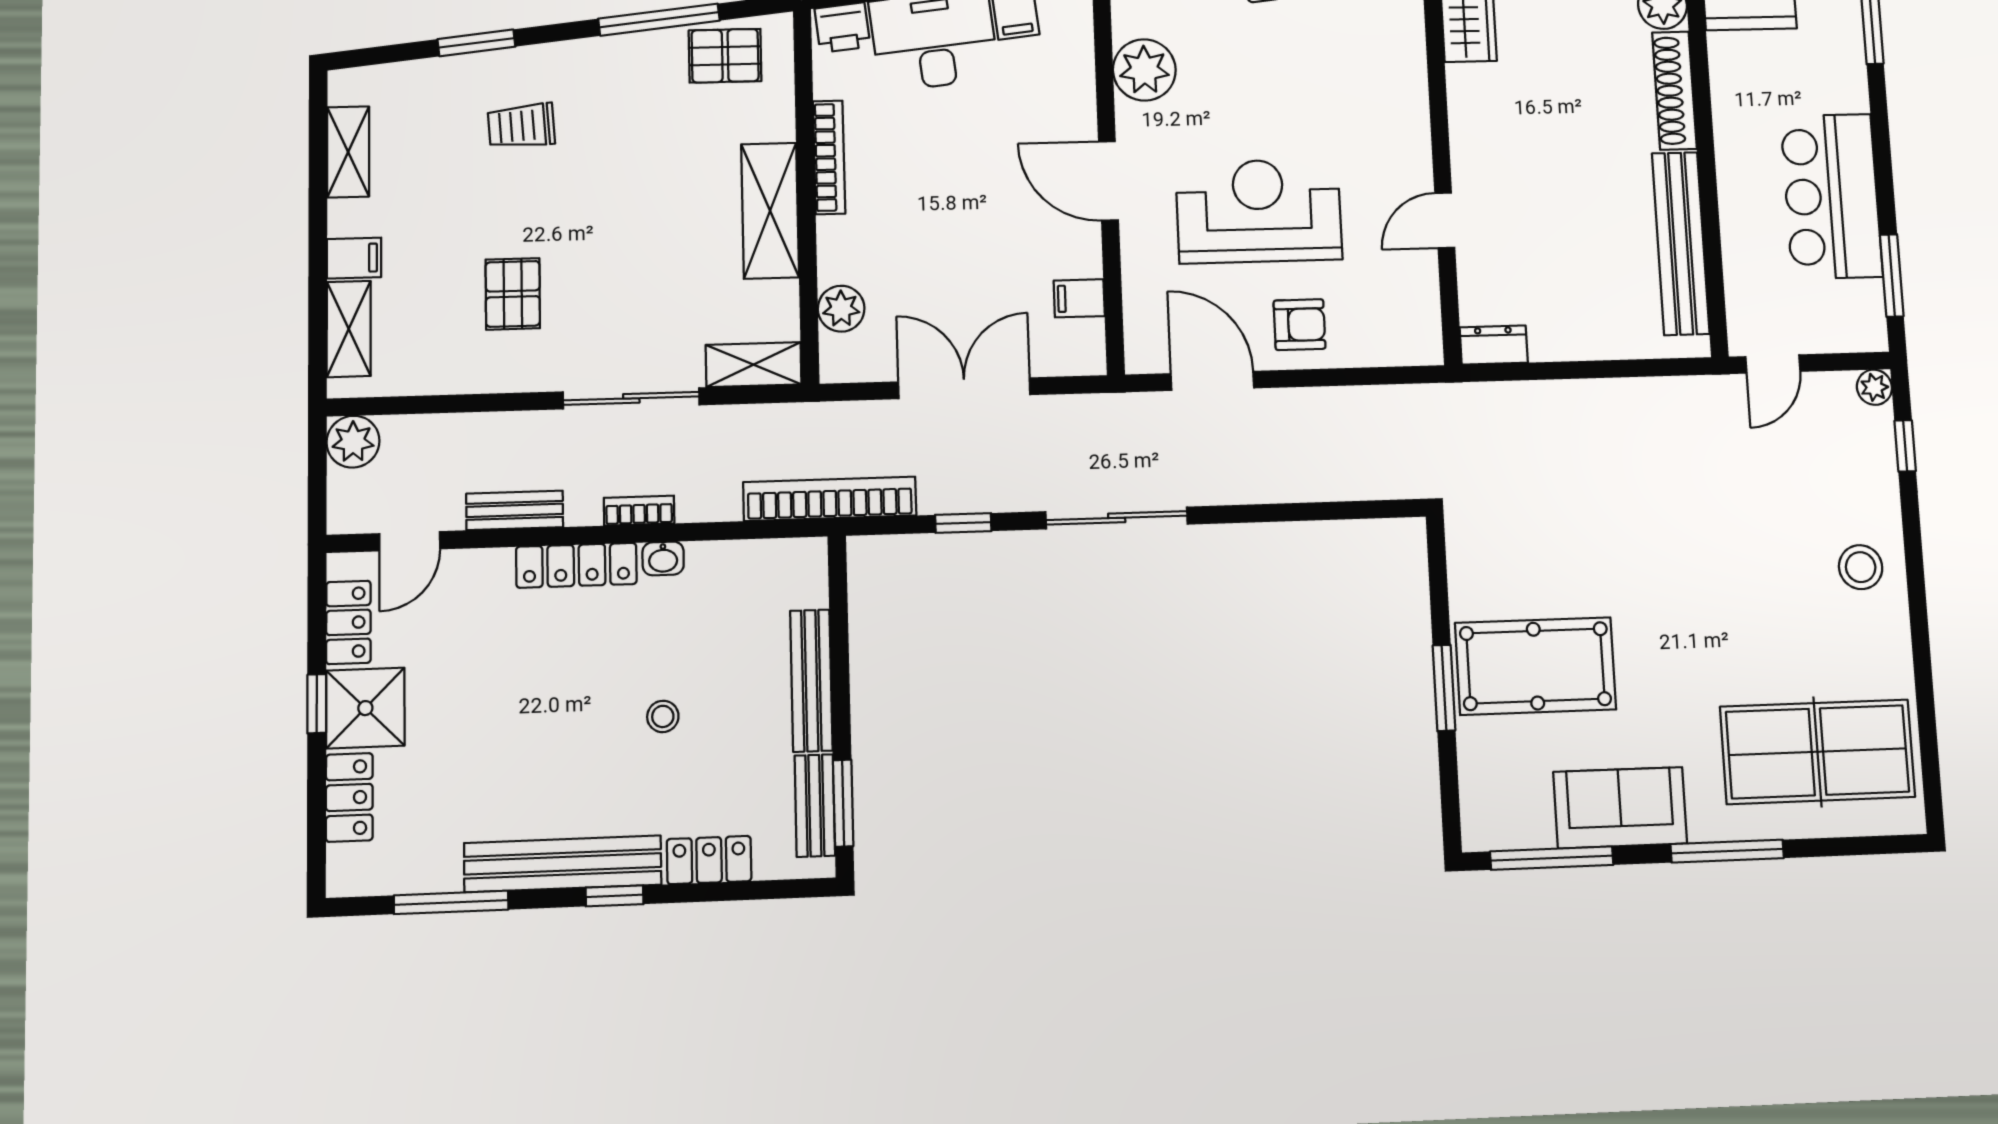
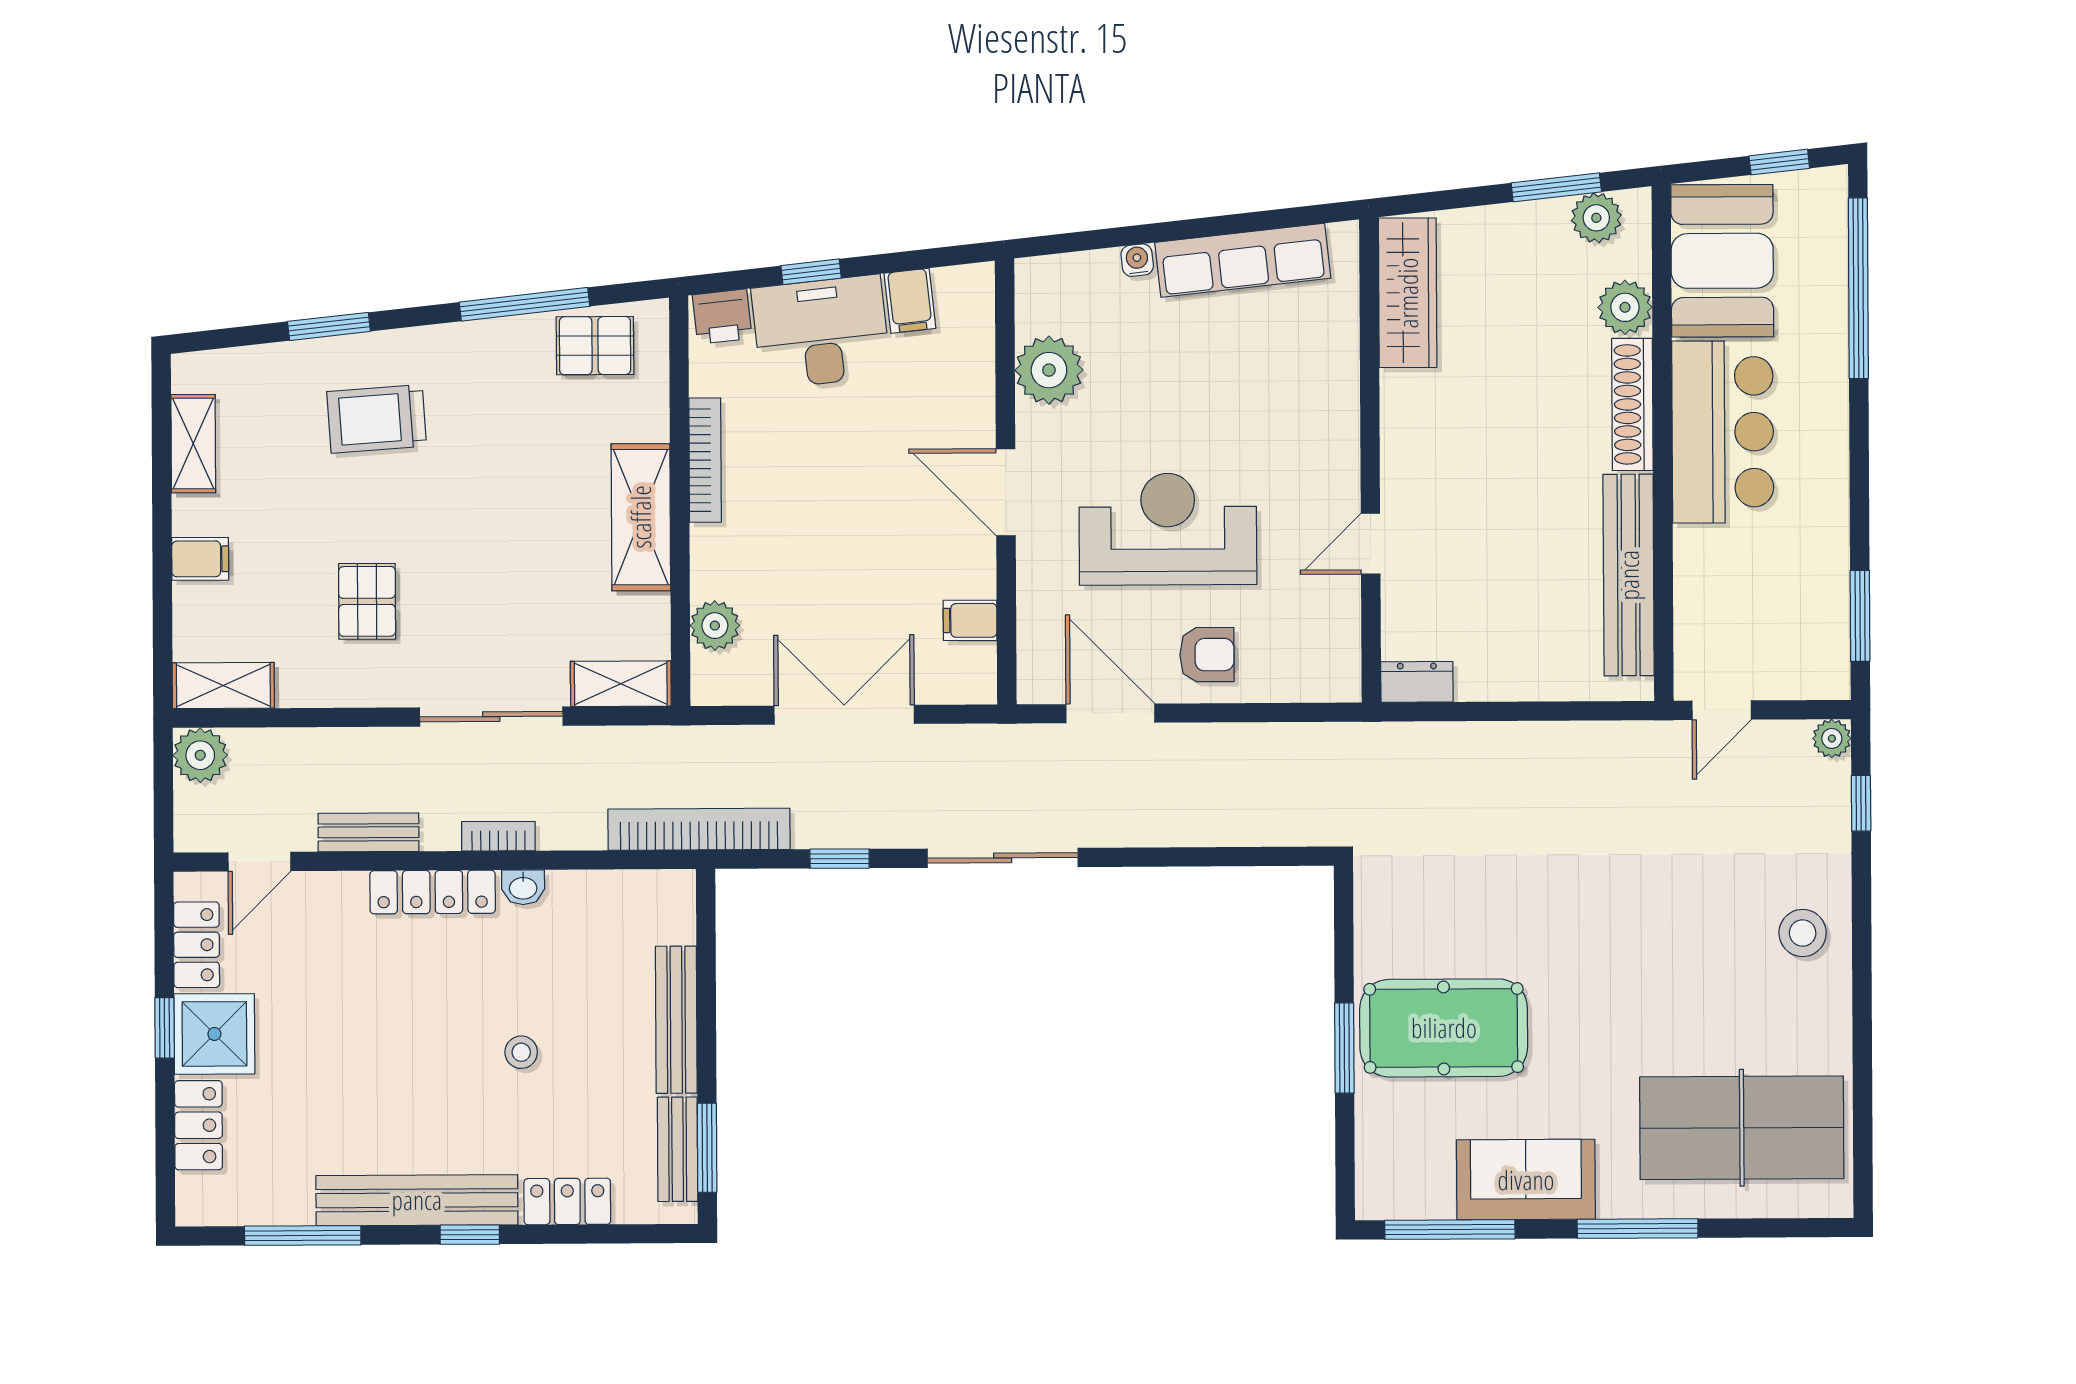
trolley: (521, 126) -> (377, 419), width x1.36, depth x1.39
bar counter: (1832, 196) -> (1723, 432), moved, turned 180
shelving: (349, 329) -> (223, 686), moved, turned 90

